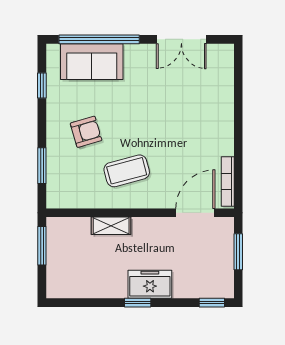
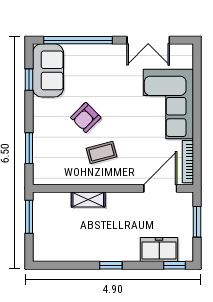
sofa: (92, 62) -> (48, 70), moved, turned -90
corner sofa: (205, 114) -> (168, 104), added
armchair: (86, 132) -> (86, 117), moved, turned 151
coffee table: (127, 171) -> (102, 153), width x0.73, depth x0.77
freezer: (150, 284) -> (159, 250), moved

